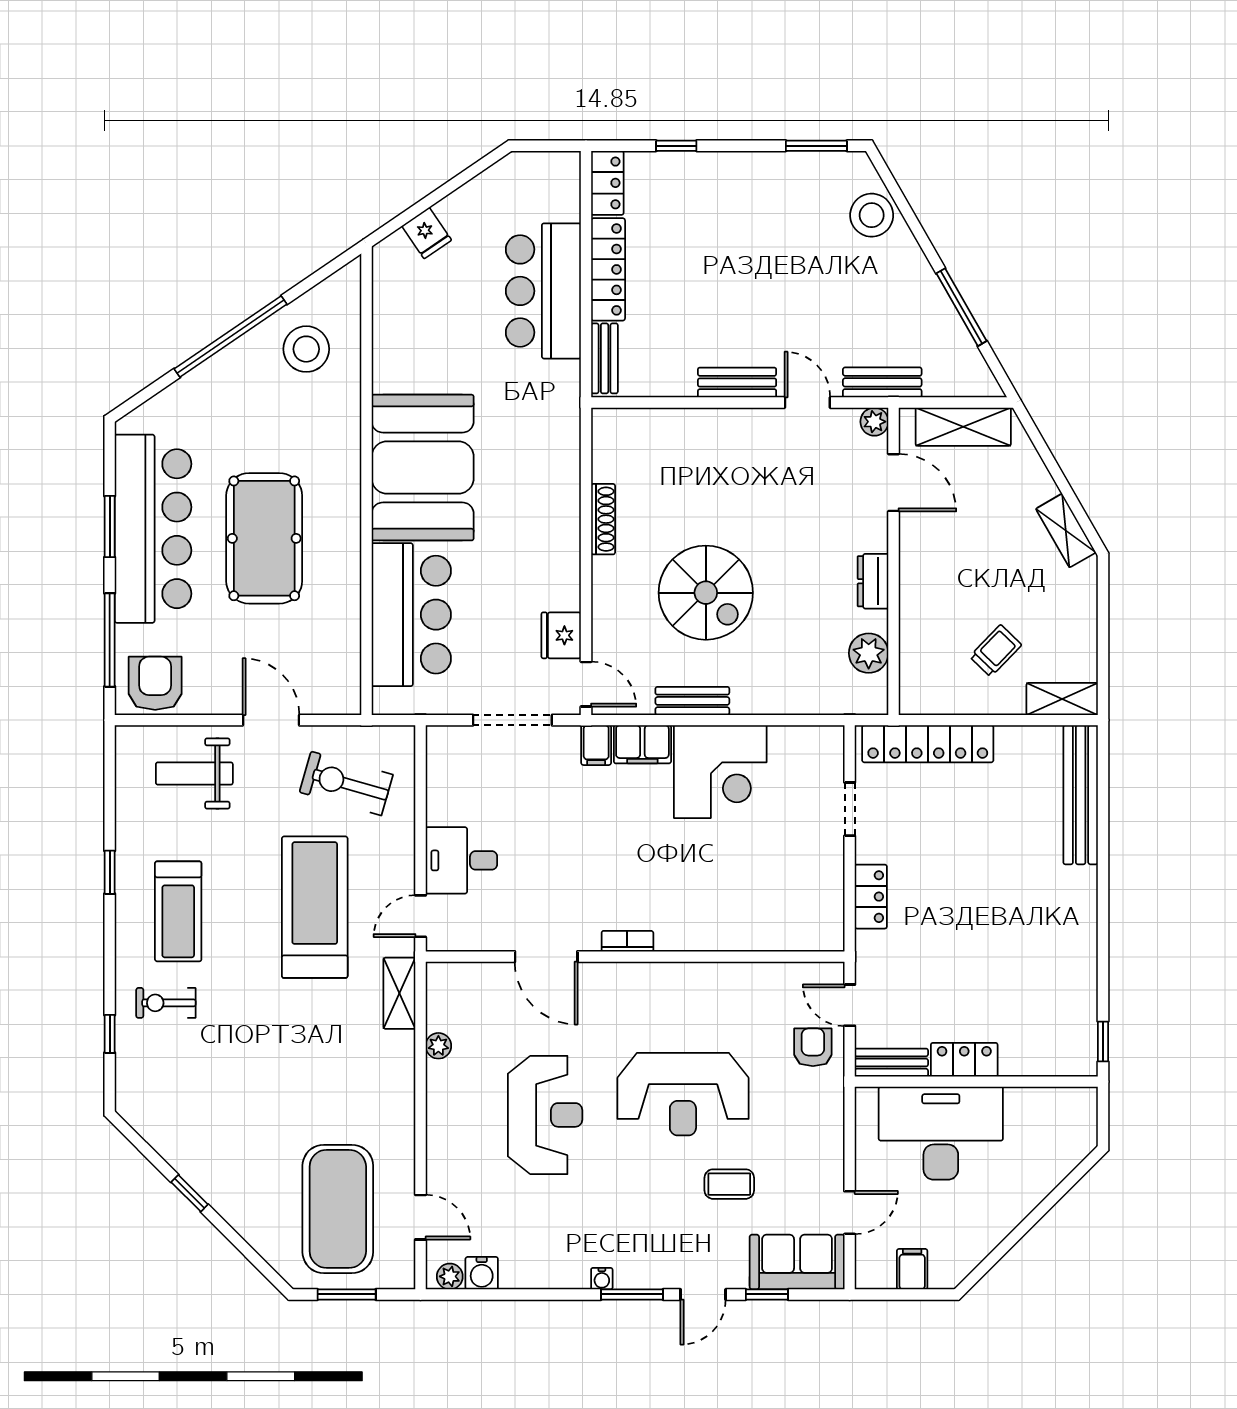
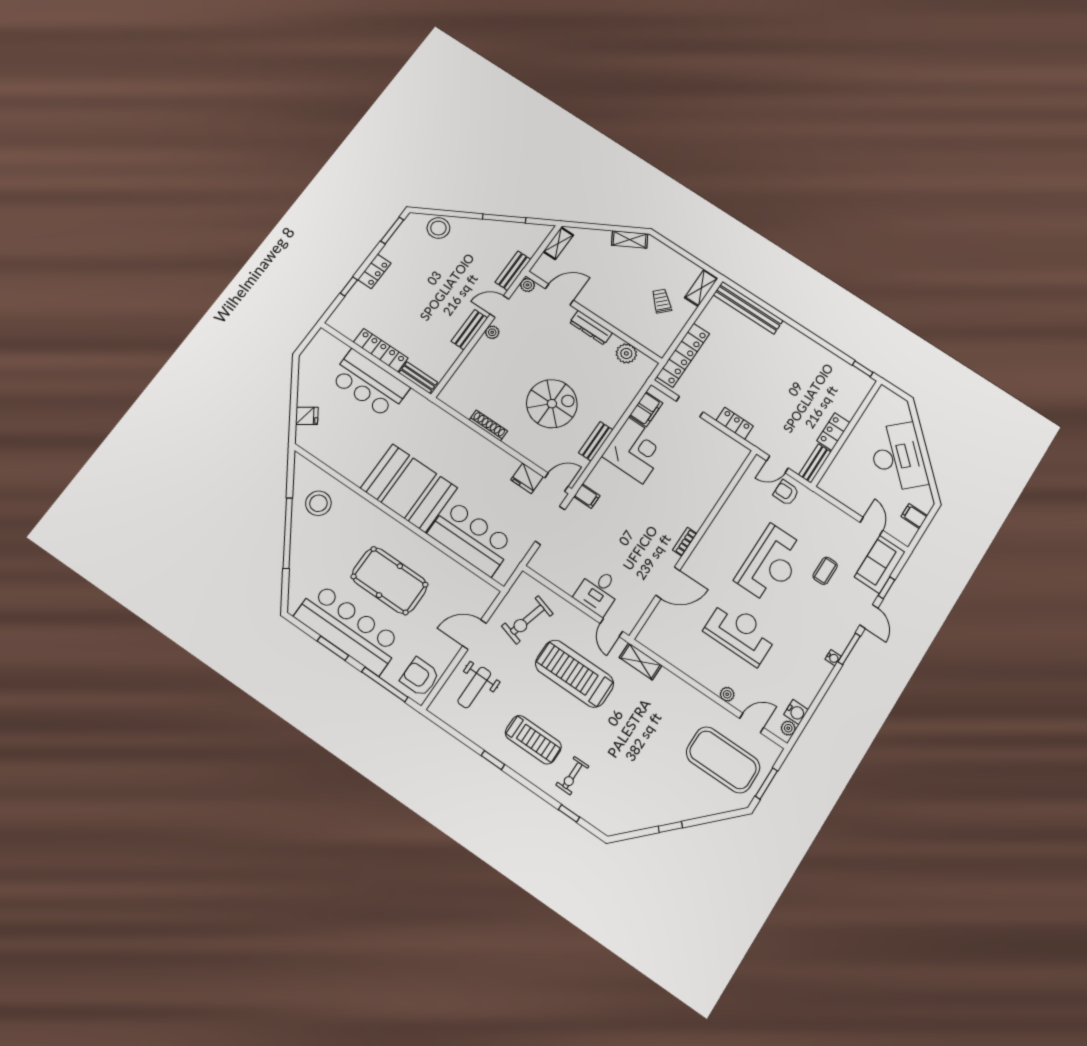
locker: (607, 183) -> (374, 271), moved, turned 90
plant: (757, 421) -> (492, 332), added
shelving: (963, 427) -> (558, 243), width x0.67, depth x0.75
dresser: (873, 581) -> (591, 328), width x1.44
filing cabinet: (642, 744) -> (646, 409), moved
plant: (438, 1046) -> (727, 694), moved
desk: (941, 1133) -> (898, 457), moved, turned 135

